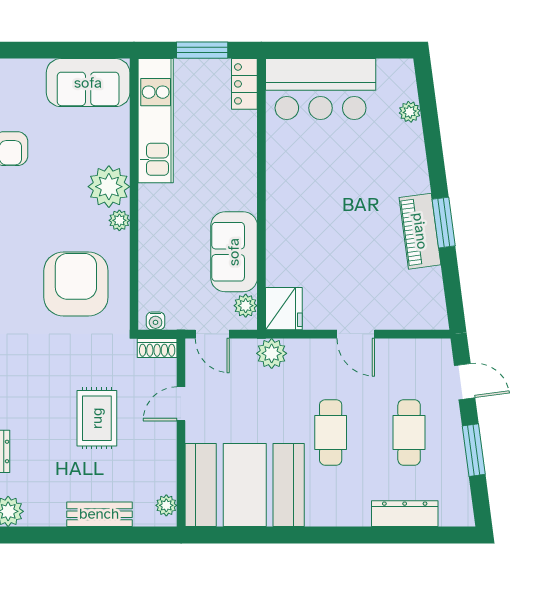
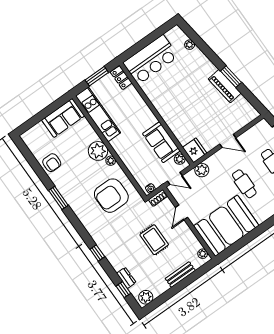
armchair: (76, 284) -> (111, 196), turned -90

